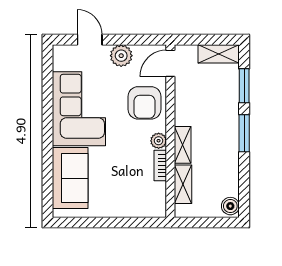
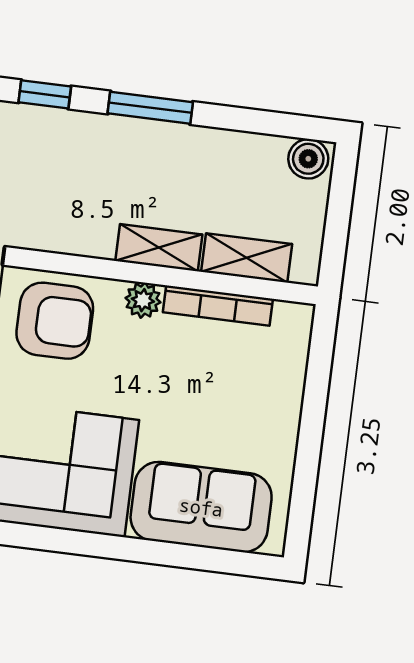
window: (244, 86) -> (45, 94), width x0.67
bookcase: (160, 166) -> (218, 306), width x1.56

